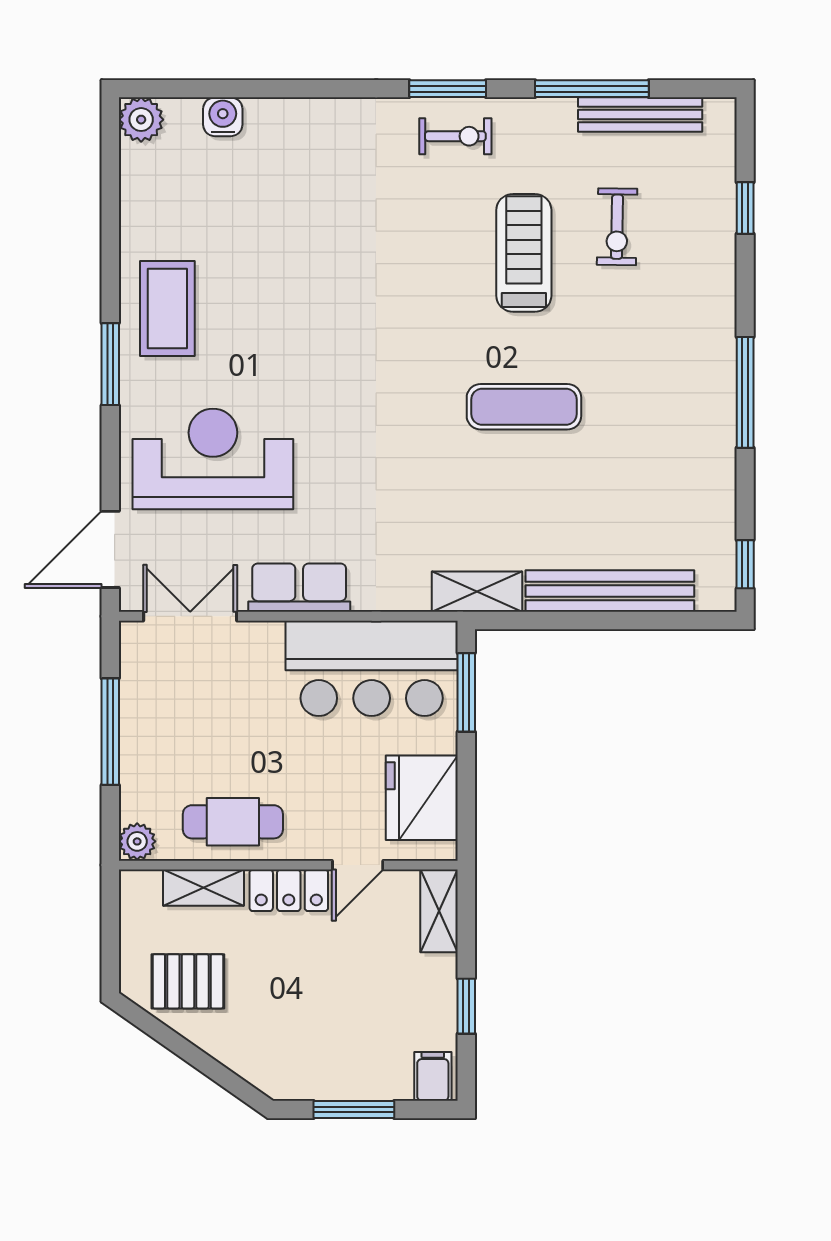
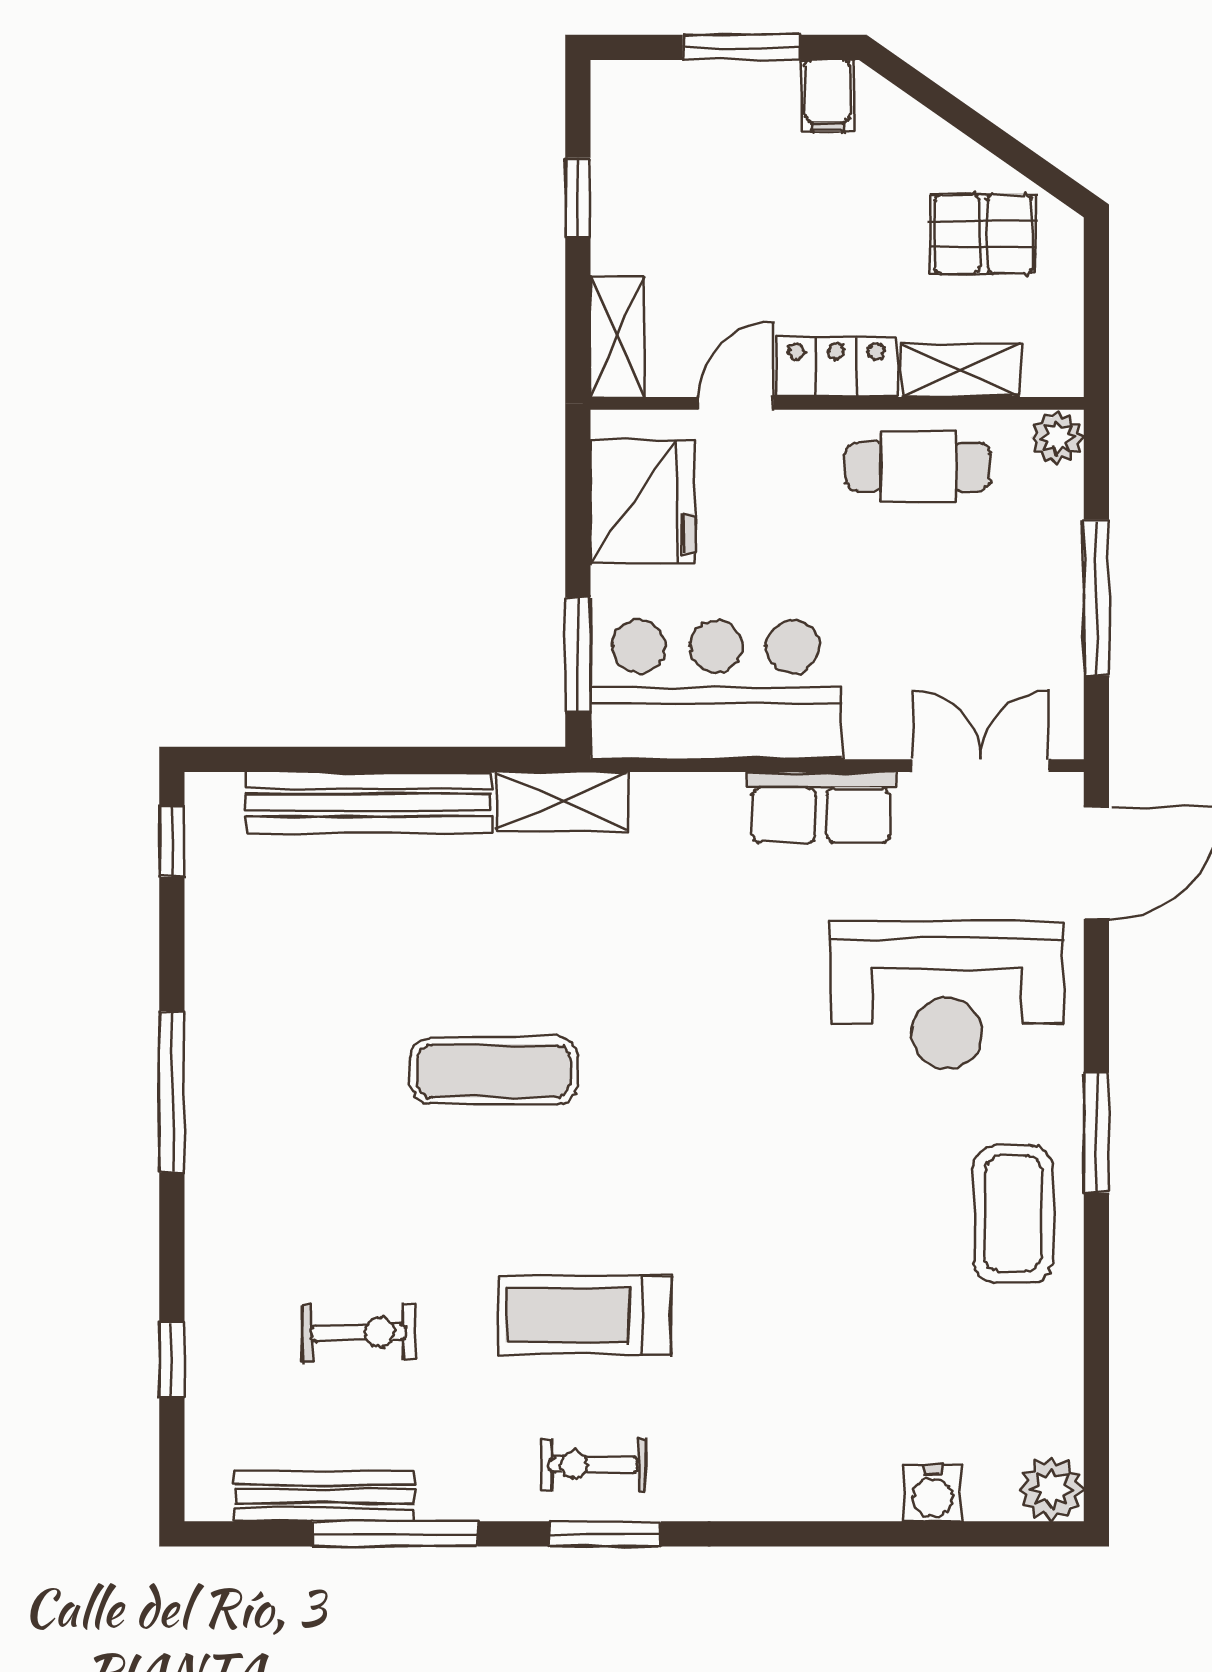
exercise bike: (617, 227) -> (358, 1333), turned 88
treadmill: (524, 253) -> (585, 1315), moved, turned 90
double door: (190, 616) -> (980, 766), swing flipped
filing cabinet: (433, 1076) -> (828, 95), moved

